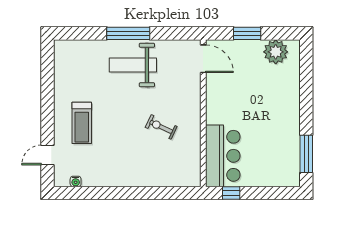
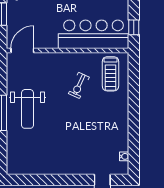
treadmill: (82, 123) -> (110, 74), moved, turned 90
bar counter: (223, 156) -> (94, 34), width x1.36

